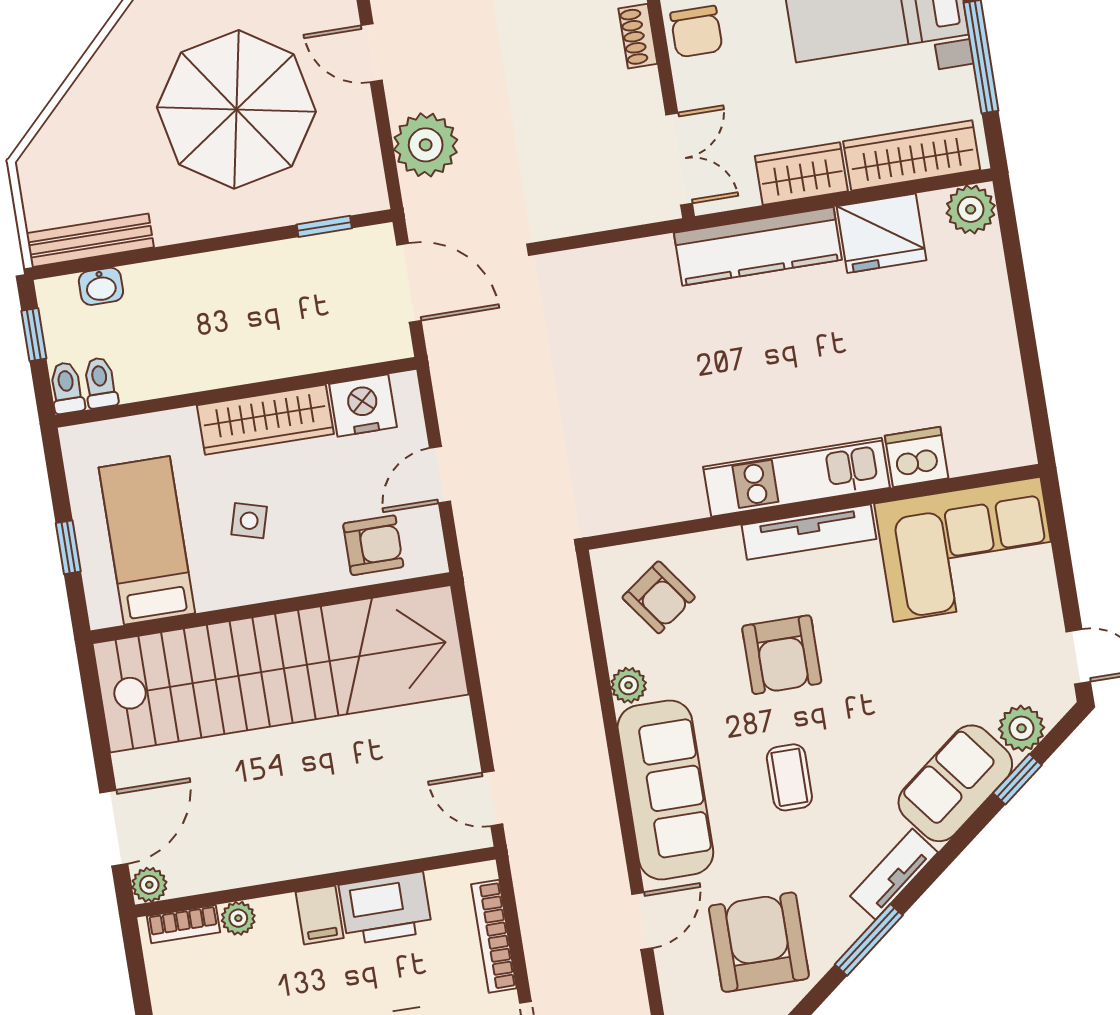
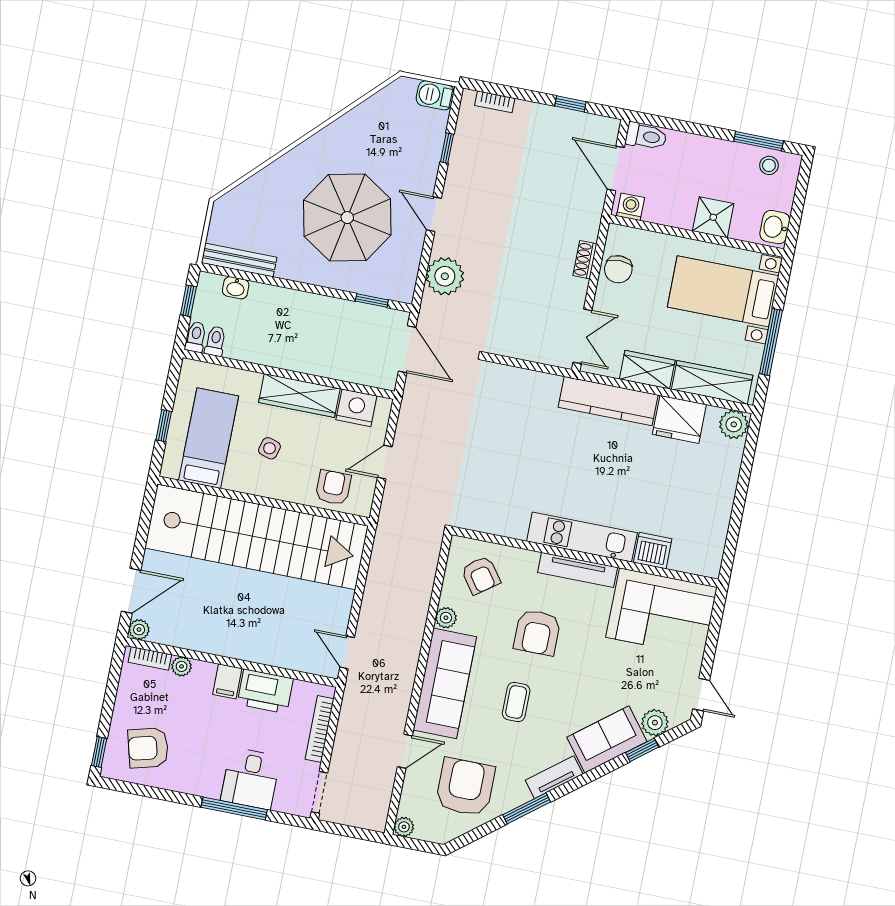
armchair: (373, 545) -> (333, 487), turned -90

